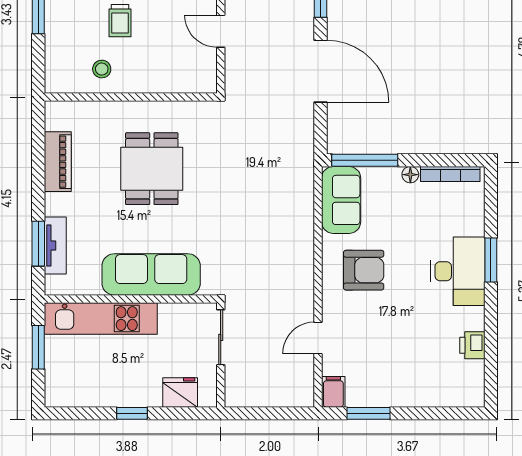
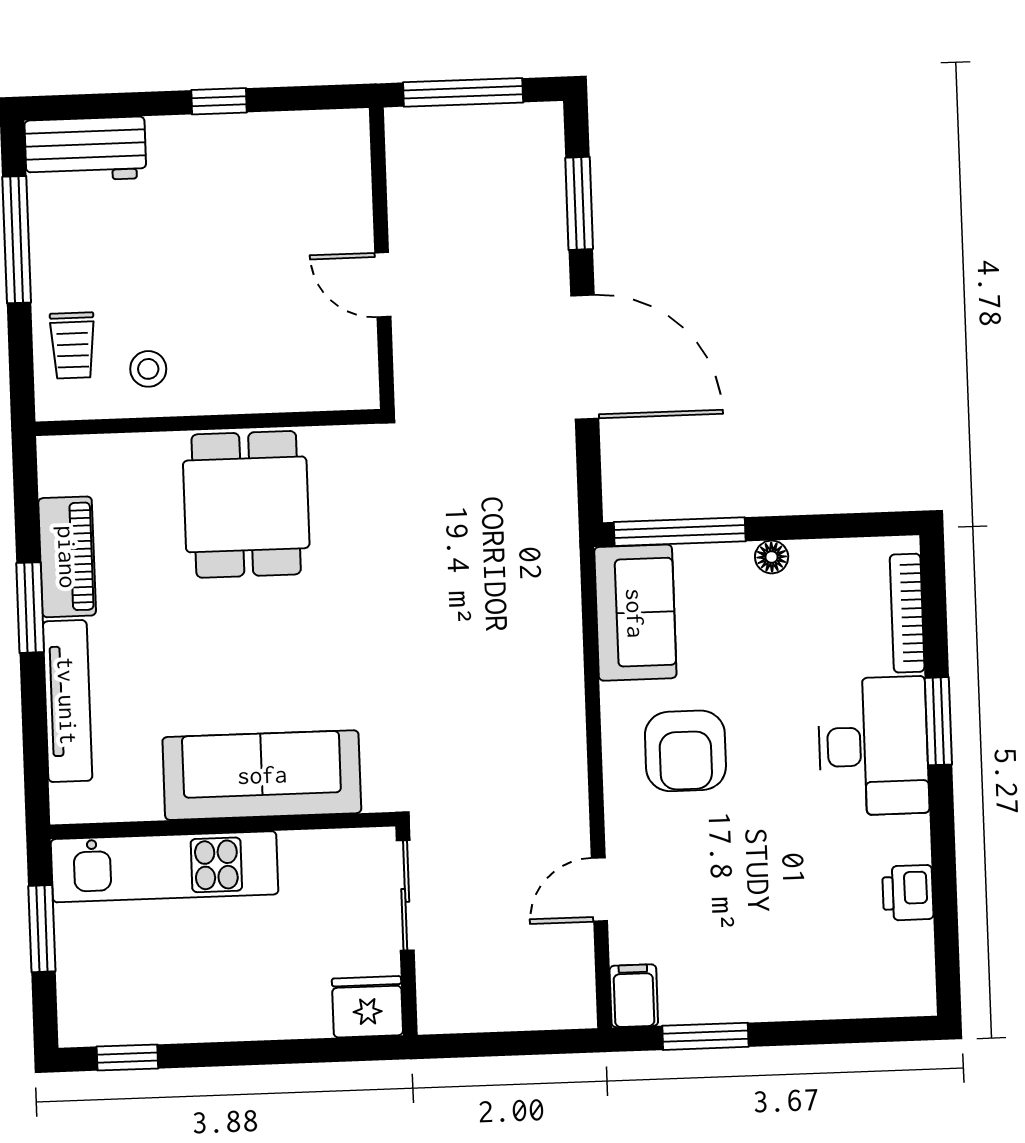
trolley: (120, 21) -> (73, 345), moved
dining table: (152, 169) -> (246, 504), moved
bookcase: (450, 174) -> (907, 613), moved, turned 90
window: (38, 244) -> (30, 608), moved
tv unit: (55, 246) -> (67, 701), width x1.41
armchair: (364, 270) -> (685, 751), turned 90
fridge: (180, 392) -> (367, 1007), moved
window: (132, 413) -> (127, 1058), moved

